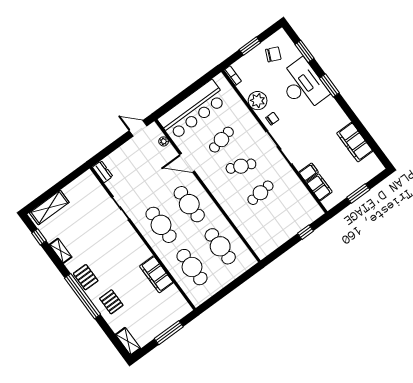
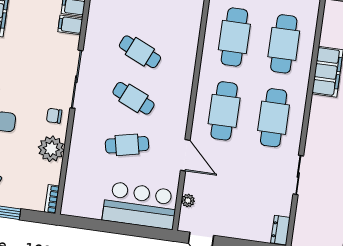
bar counter: (193, 110) -> (140, 205), width x0.73
cafe table: (260, 193) -> (140, 52), turned 30

